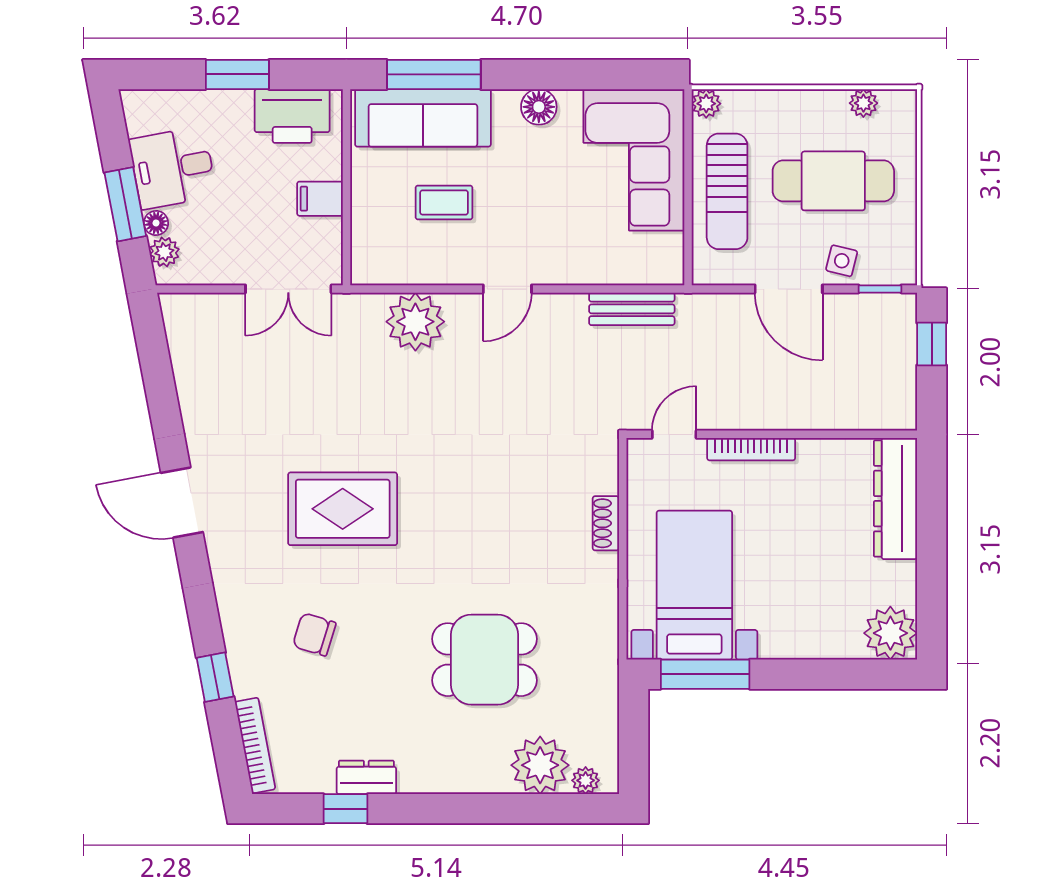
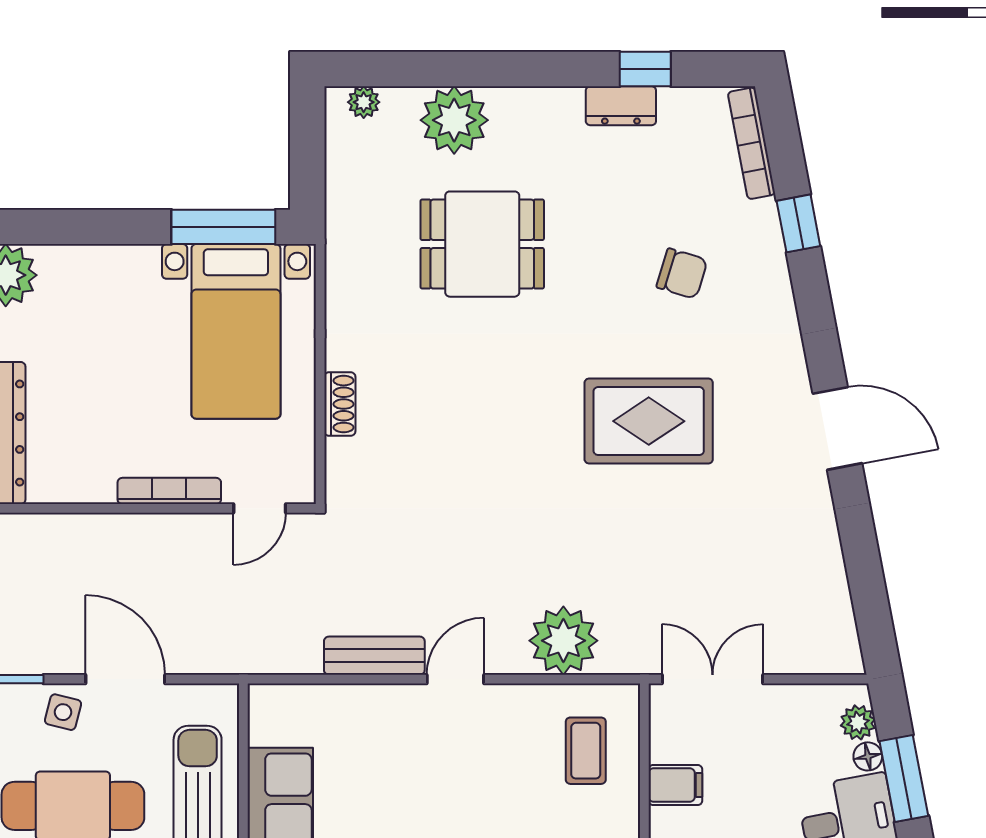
coffee table: (444, 202) -> (586, 751), moved, turned 90
bench: (632, 309) -> (374, 656), moved
plant: (540, 765) -> (454, 120), moved

